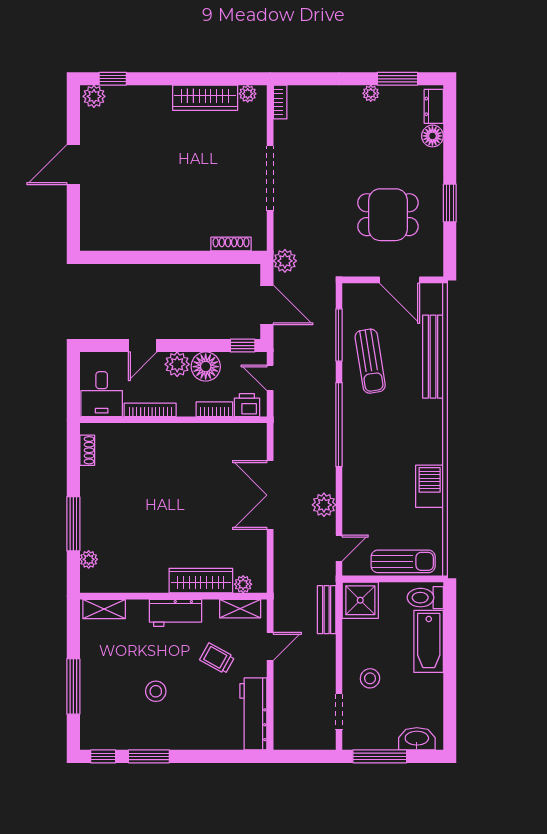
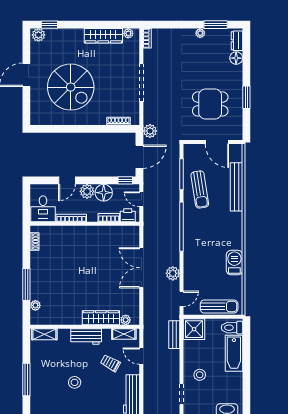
spiral stairs: (149, 186) -> (71, 87), added
door: (267, 305) -> (139, 157), hinge flipped
door: (270, 646) -> (141, 356), swing flipped

